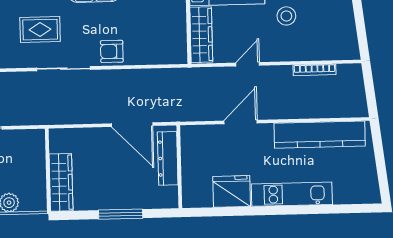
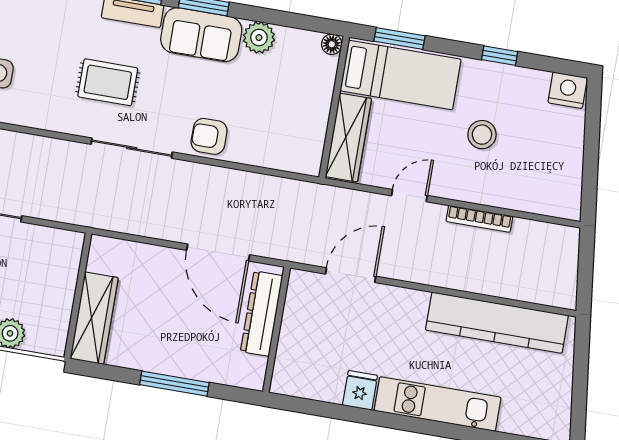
bookcase: (315, 70) -> (479, 219), moved
door: (241, 122) -> (351, 275), moved
fridge: (232, 191) -> (360, 390), width x0.53, depth x0.75

